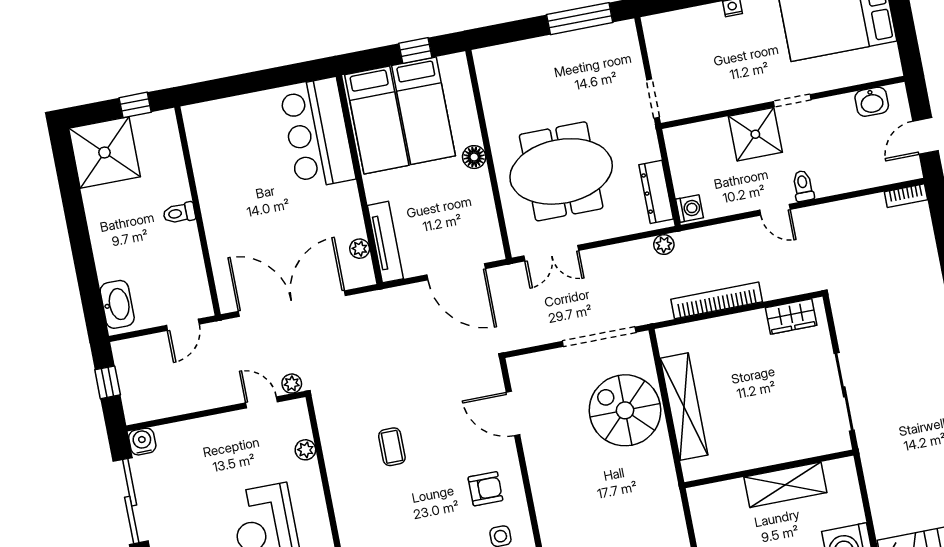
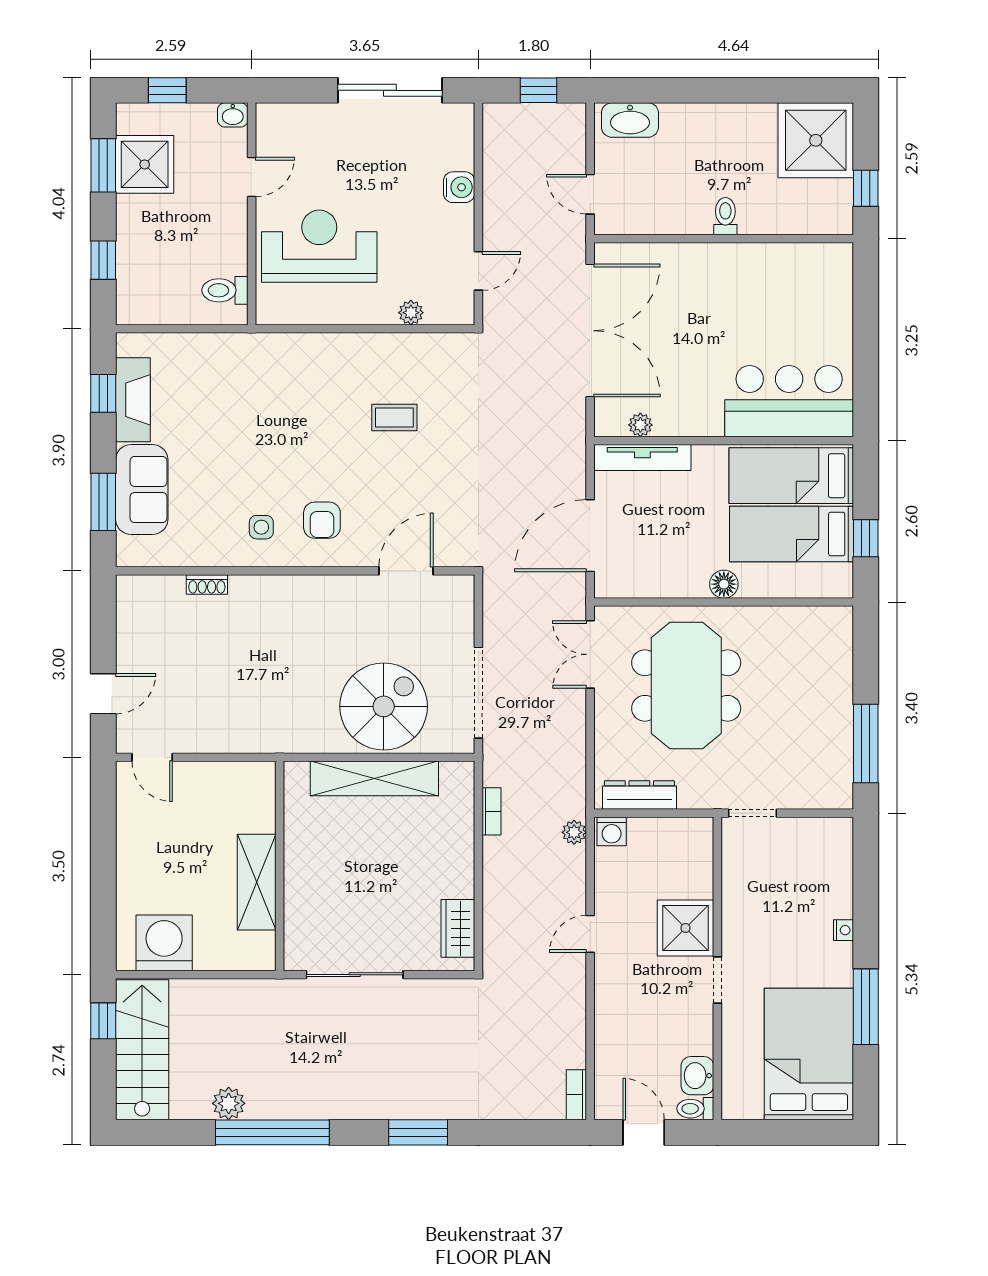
toilet: (803, 186) -> (695, 1109), moved, turned 180
plant: (664, 245) -> (574, 832), moved
bookcase: (717, 300) -> (491, 811), width x0.43, depth x0.76
plant: (292, 384) -> (494, 312), removed
water cooler: (142, 442) -> (459, 187), moved

